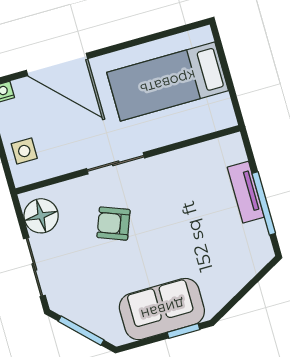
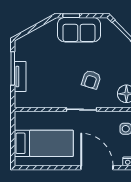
armchair: (113, 224) -> (91, 80), turned 87

